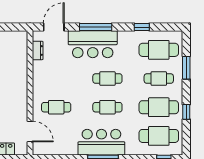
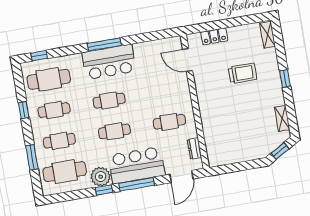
window: (142, 27) -> (104, 190), moved
plant: (127, 40) -> (101, 177), added
cafe table: (56, 107) -> (169, 122), moved
cafe table: (159, 107) -> (54, 110), width x0.73, depth x0.74

